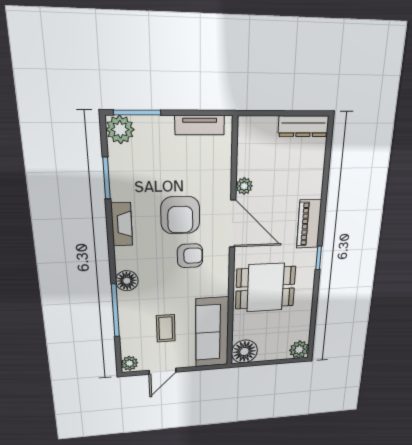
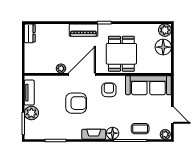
dresser: (304, 126) -> (30, 33), width x0.70
plant: (120, 130) -> (31, 113), moved
fireplace: (122, 224) -> (94, 134), moved
armchair: (190, 256) -> (109, 90), moved
coffee table: (166, 328) -> (140, 129), moved
floor lamp: (244, 352) -> (163, 47), moved

